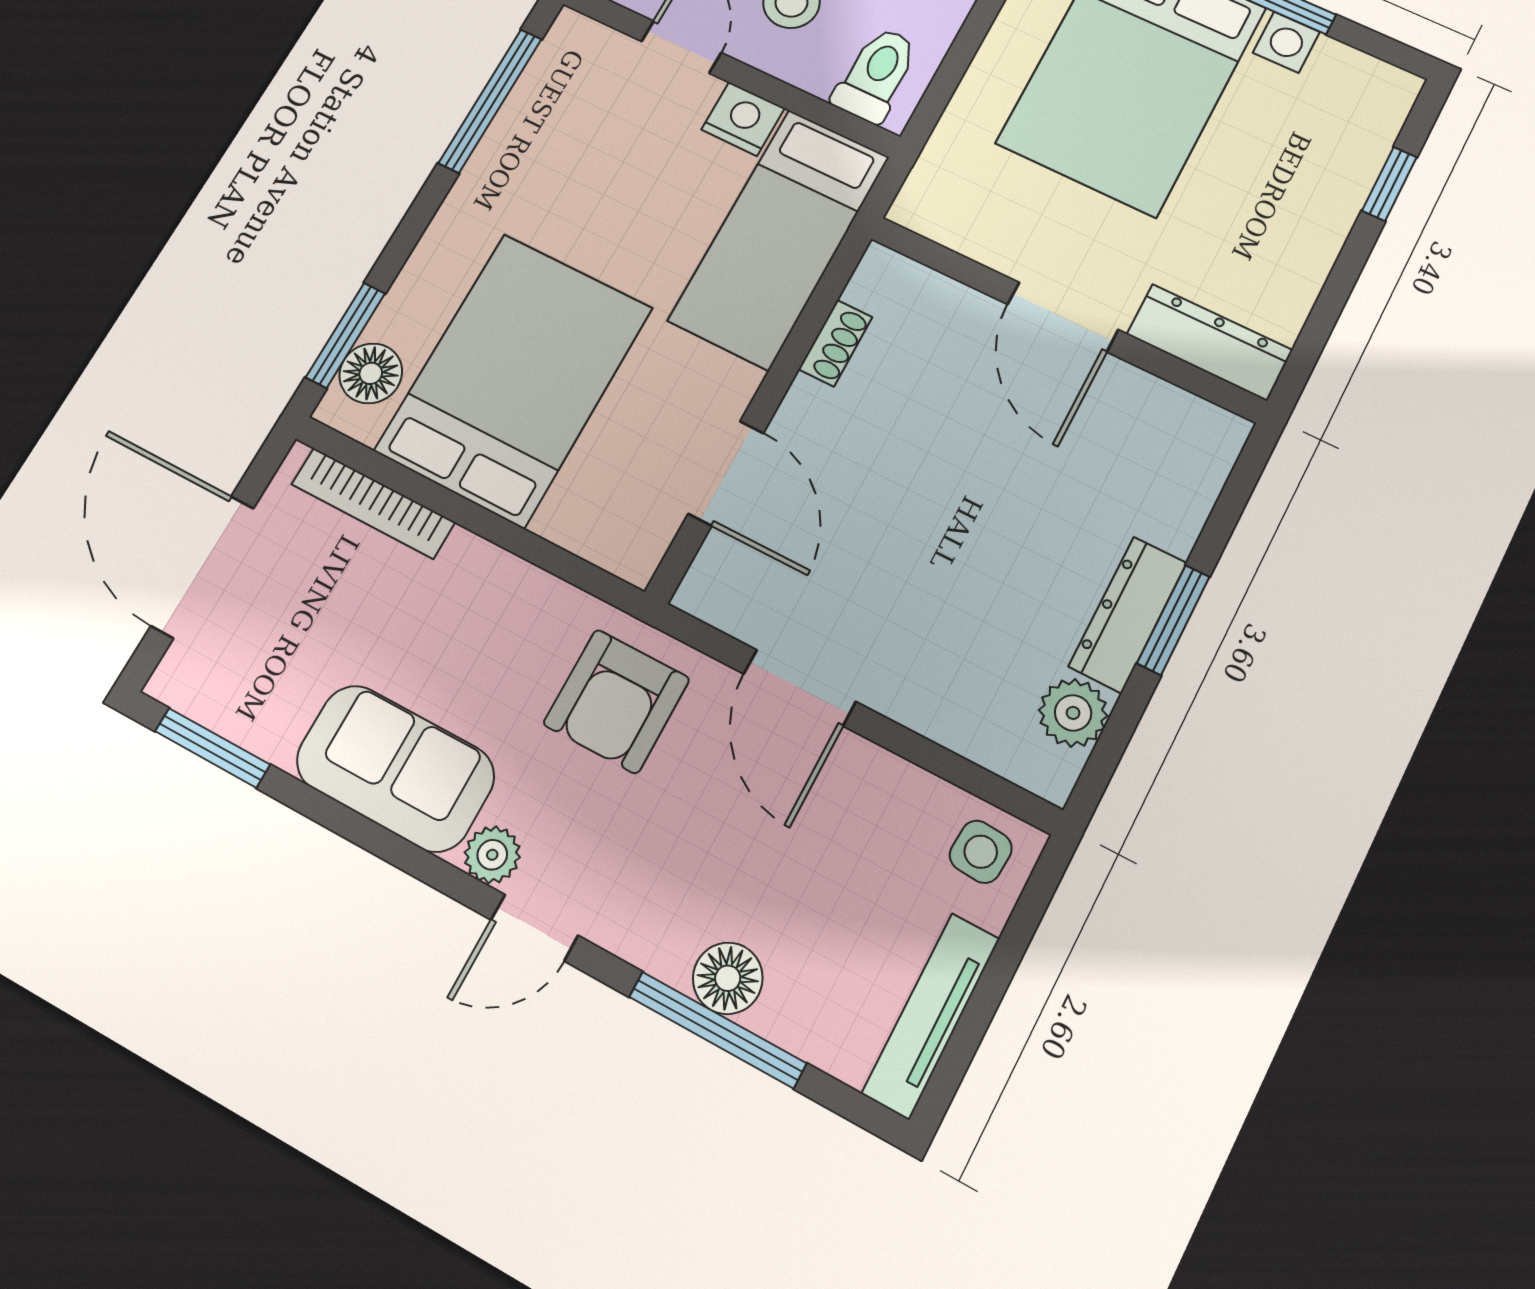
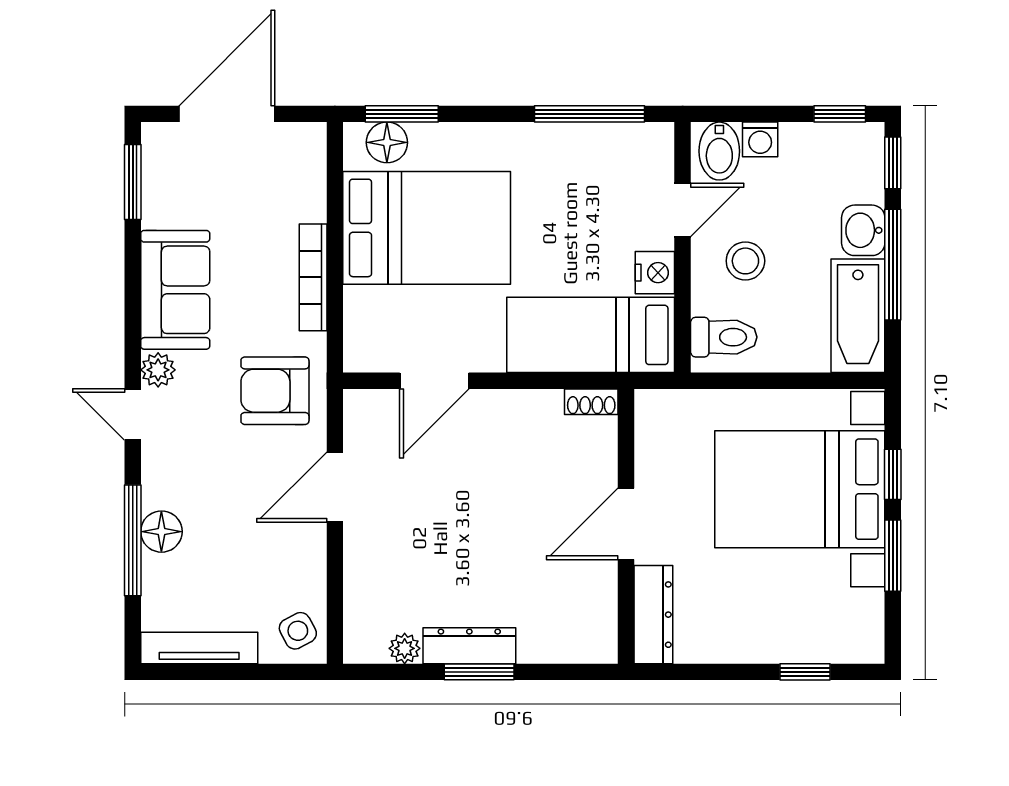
shoe rack: (835, 343) -> (591, 402), moved
bookcase: (373, 503) -> (313, 277), moved
plant: (1073, 713) -> (405, 648), width x0.73, depth x0.73
side table: (981, 852) -> (298, 631), turned -32

